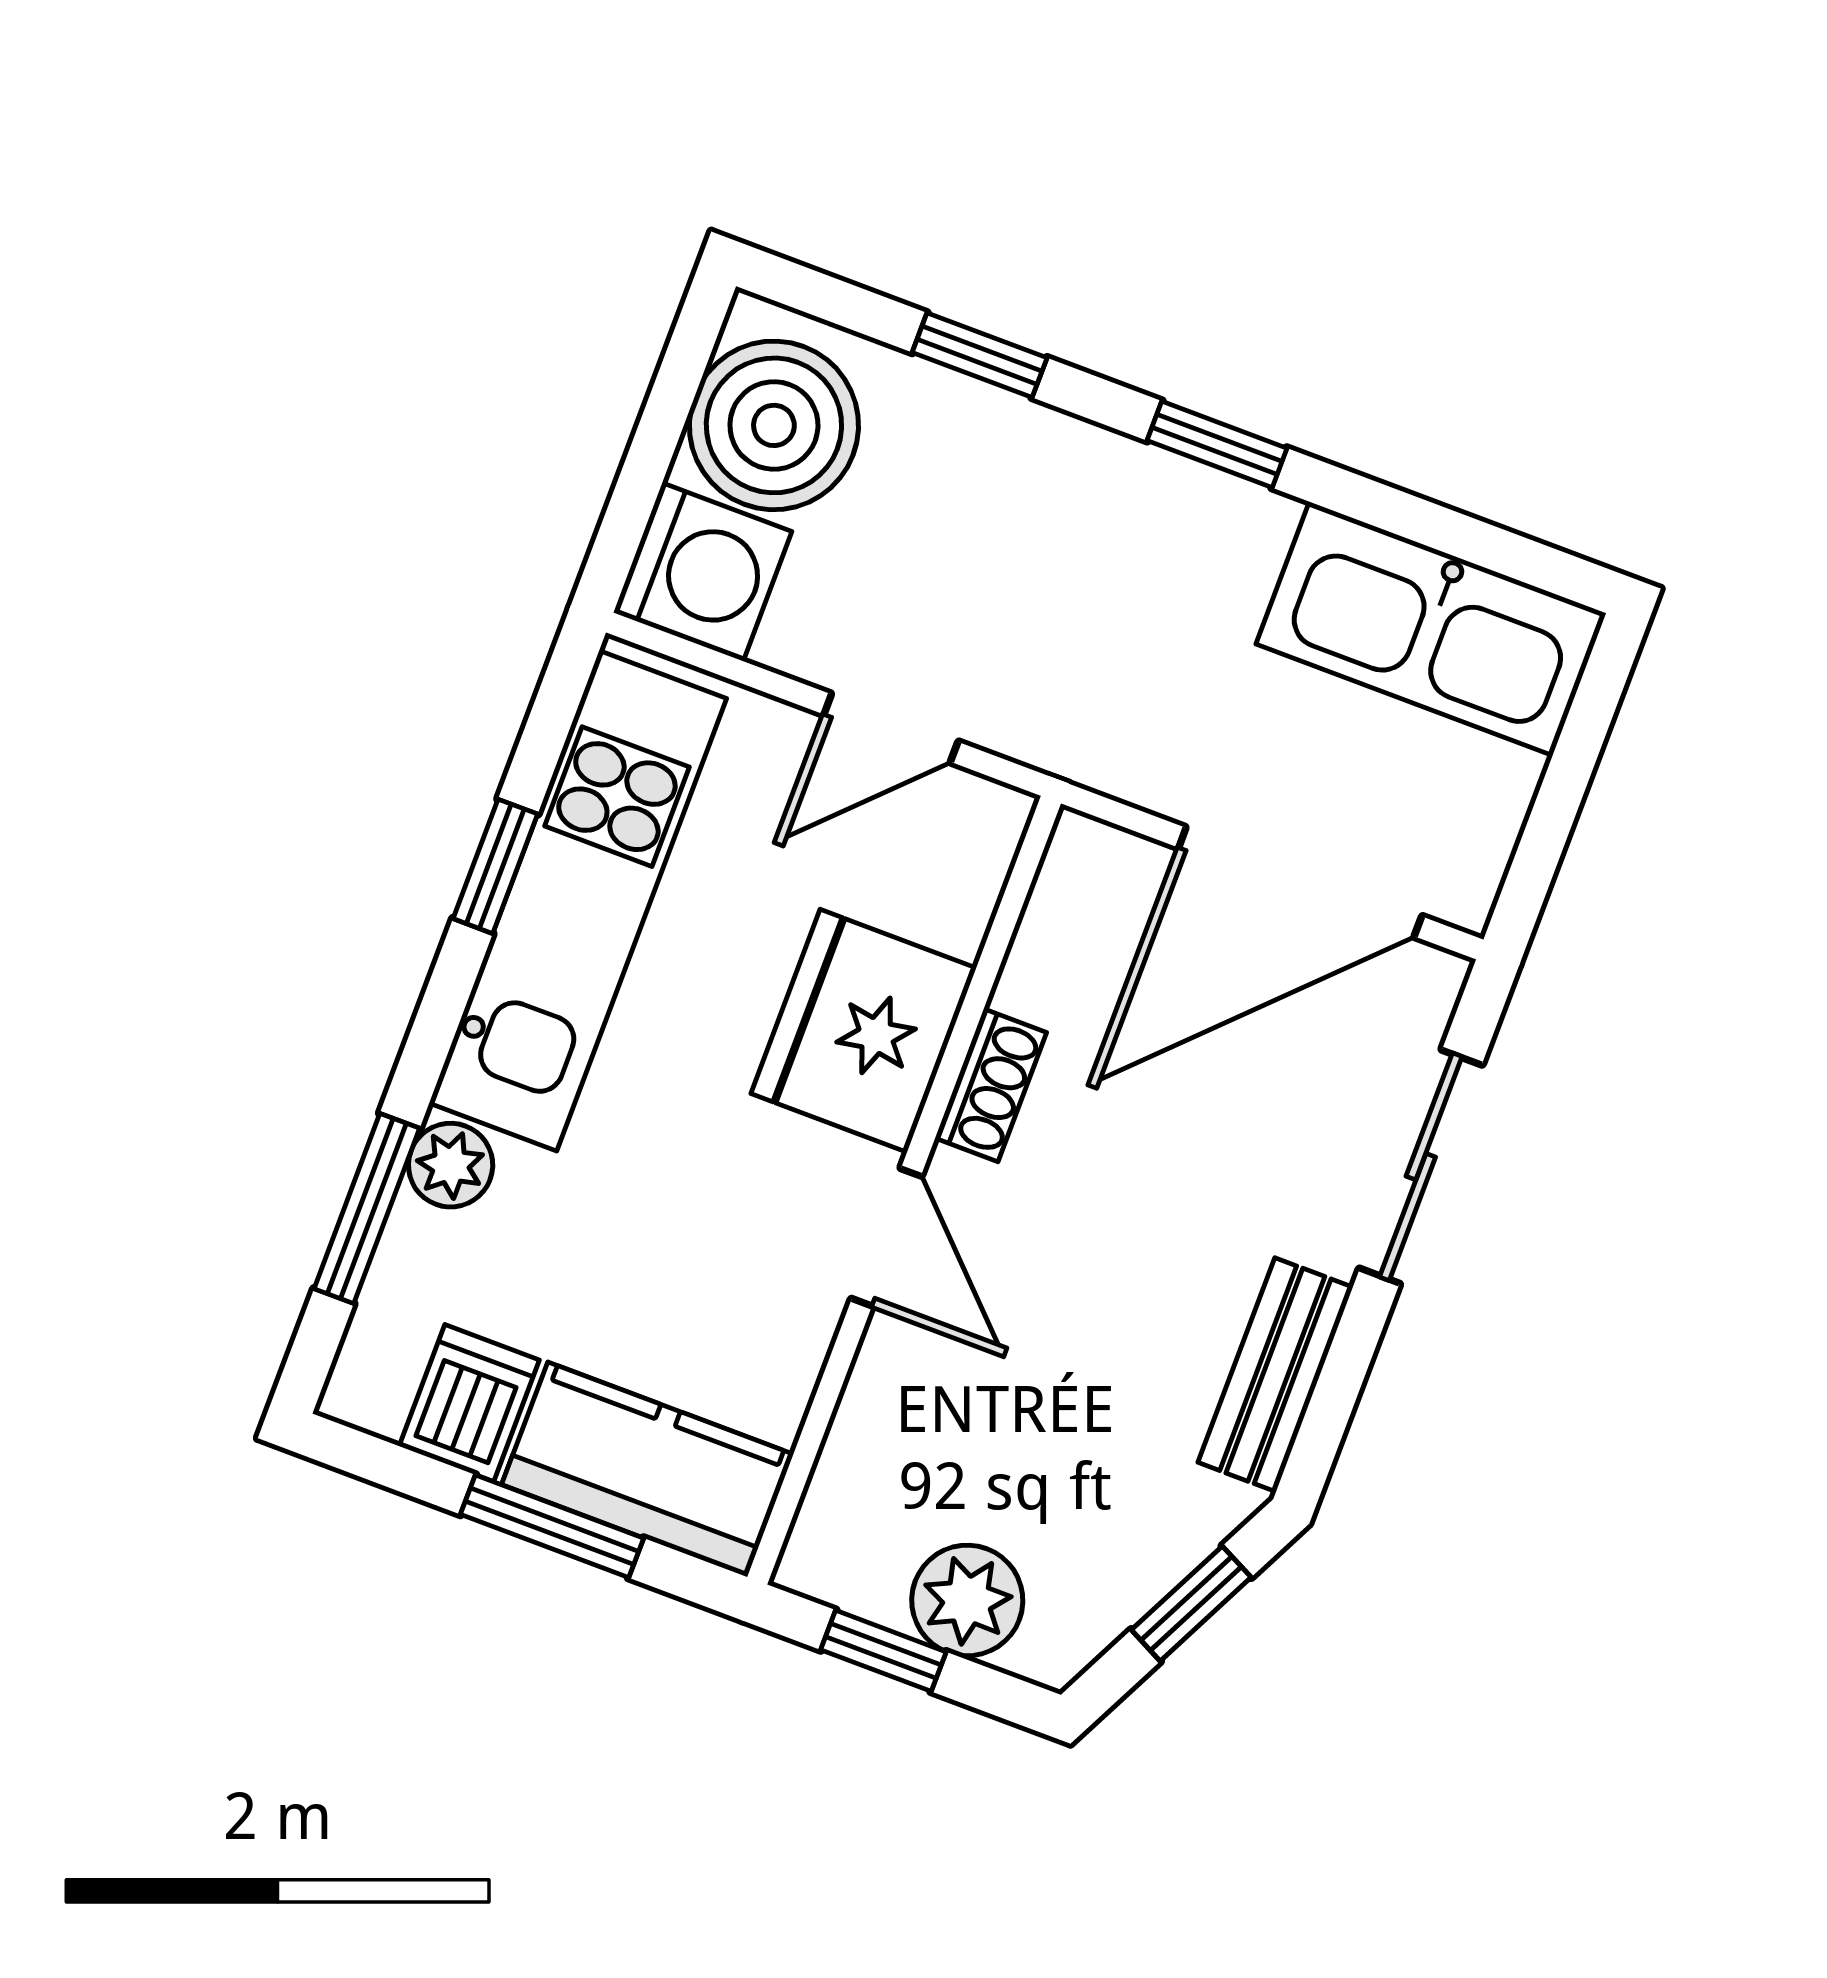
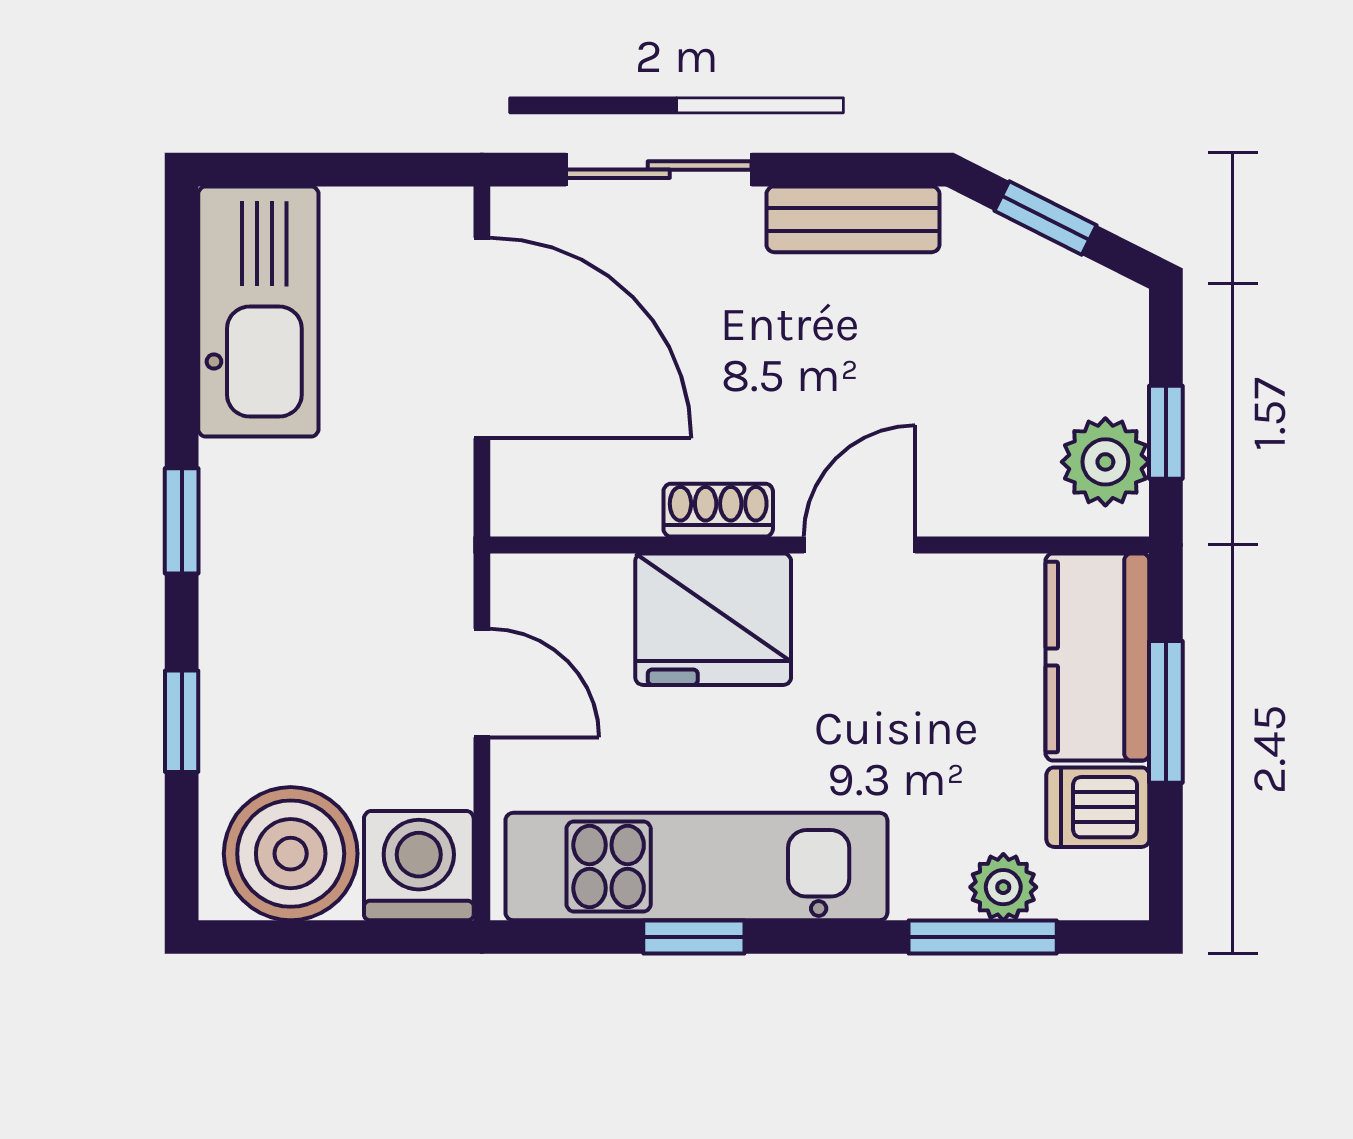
plant: (451, 1165) -> (1003, 887), moved
plant: (967, 1600) -> (1105, 462), moved

